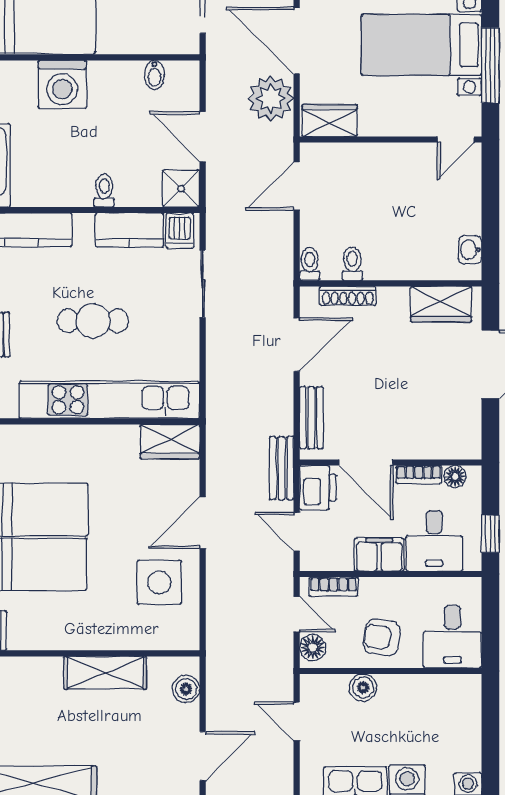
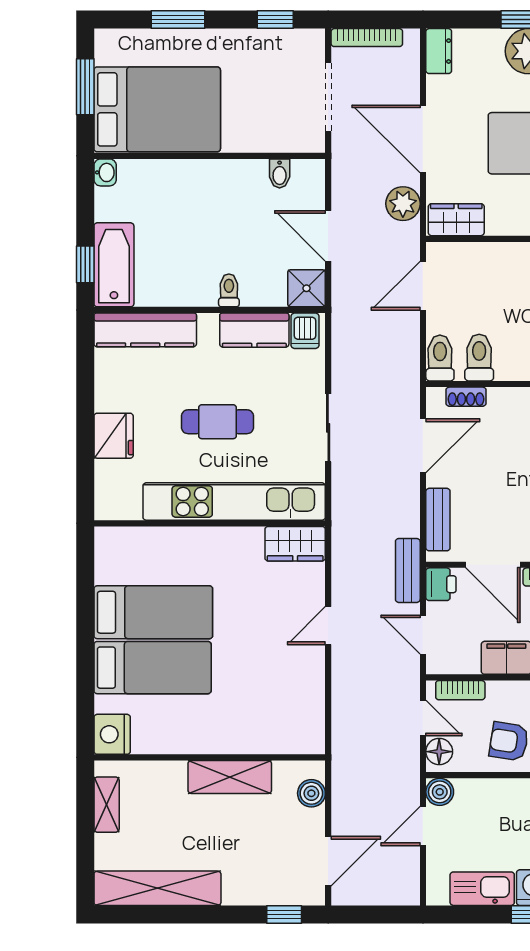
washing machine: (62, 84) -> (186, 183), removed
plant: (271, 99) -> (403, 204), width x0.73, depth x0.73
toilet: (310, 264) -> (440, 358), width x1.37, depth x1.39
toilet: (352, 264) -> (479, 358), width x1.37, depth x1.39
sliding door: (203, 284) -> (328, 428), moved
shoe rack: (348, 296) -> (466, 397), width x0.70
printer: (318, 488) -> (441, 584), width x0.73, depth x0.81
door: (203, 523) -> (328, 626), width x0.73
side table: (159, 582) -> (284, 686), removed
boiler: (363, 687) -> (440, 792), moved
door: (297, 721) -> (423, 826), hinge flipped

